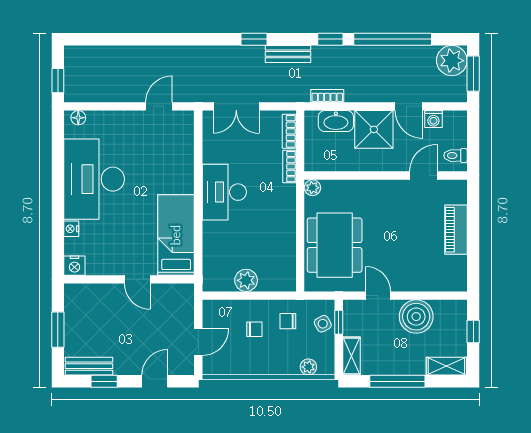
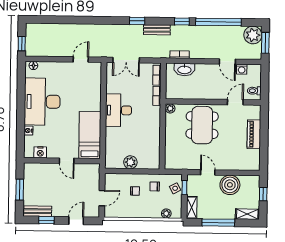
shower: (374, 129) -> (207, 75), removed
dining table: (335, 245) -> (202, 125), moved
nightstand: (74, 266) -> (40, 152), moved

